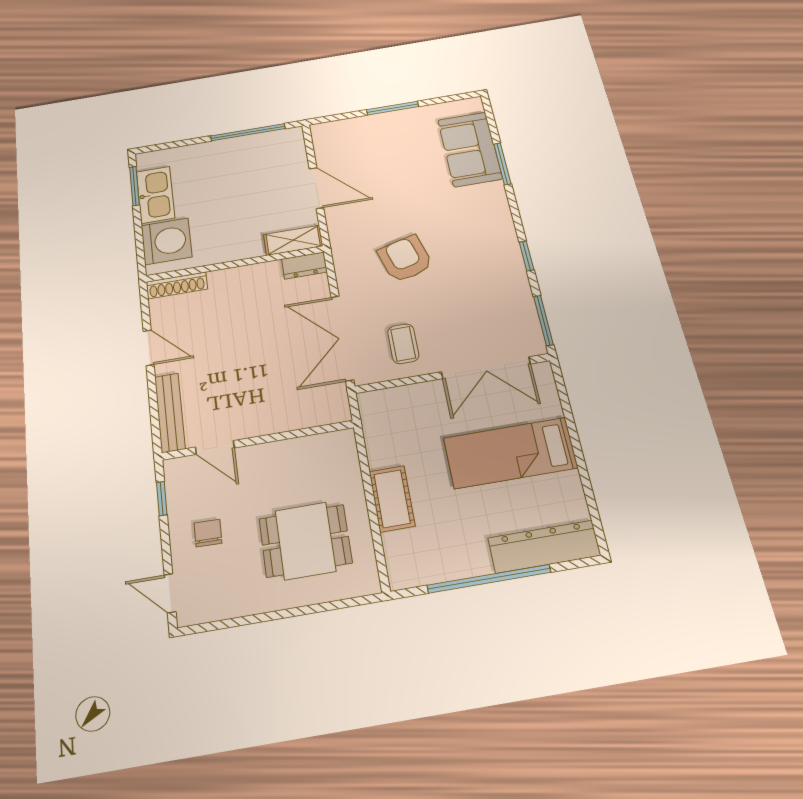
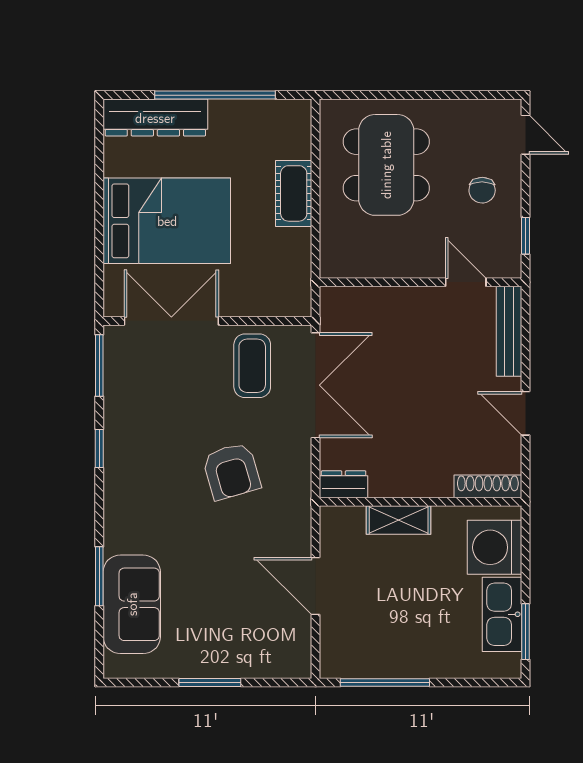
shelving: (293, 240) -> (399, 520), moved
coffee table: (403, 344) -> (252, 366), width x1.36, depth x1.30
bed: (510, 453) -> (167, 221), width x1.50
dining table: (305, 541) -> (386, 165), width x1.38

